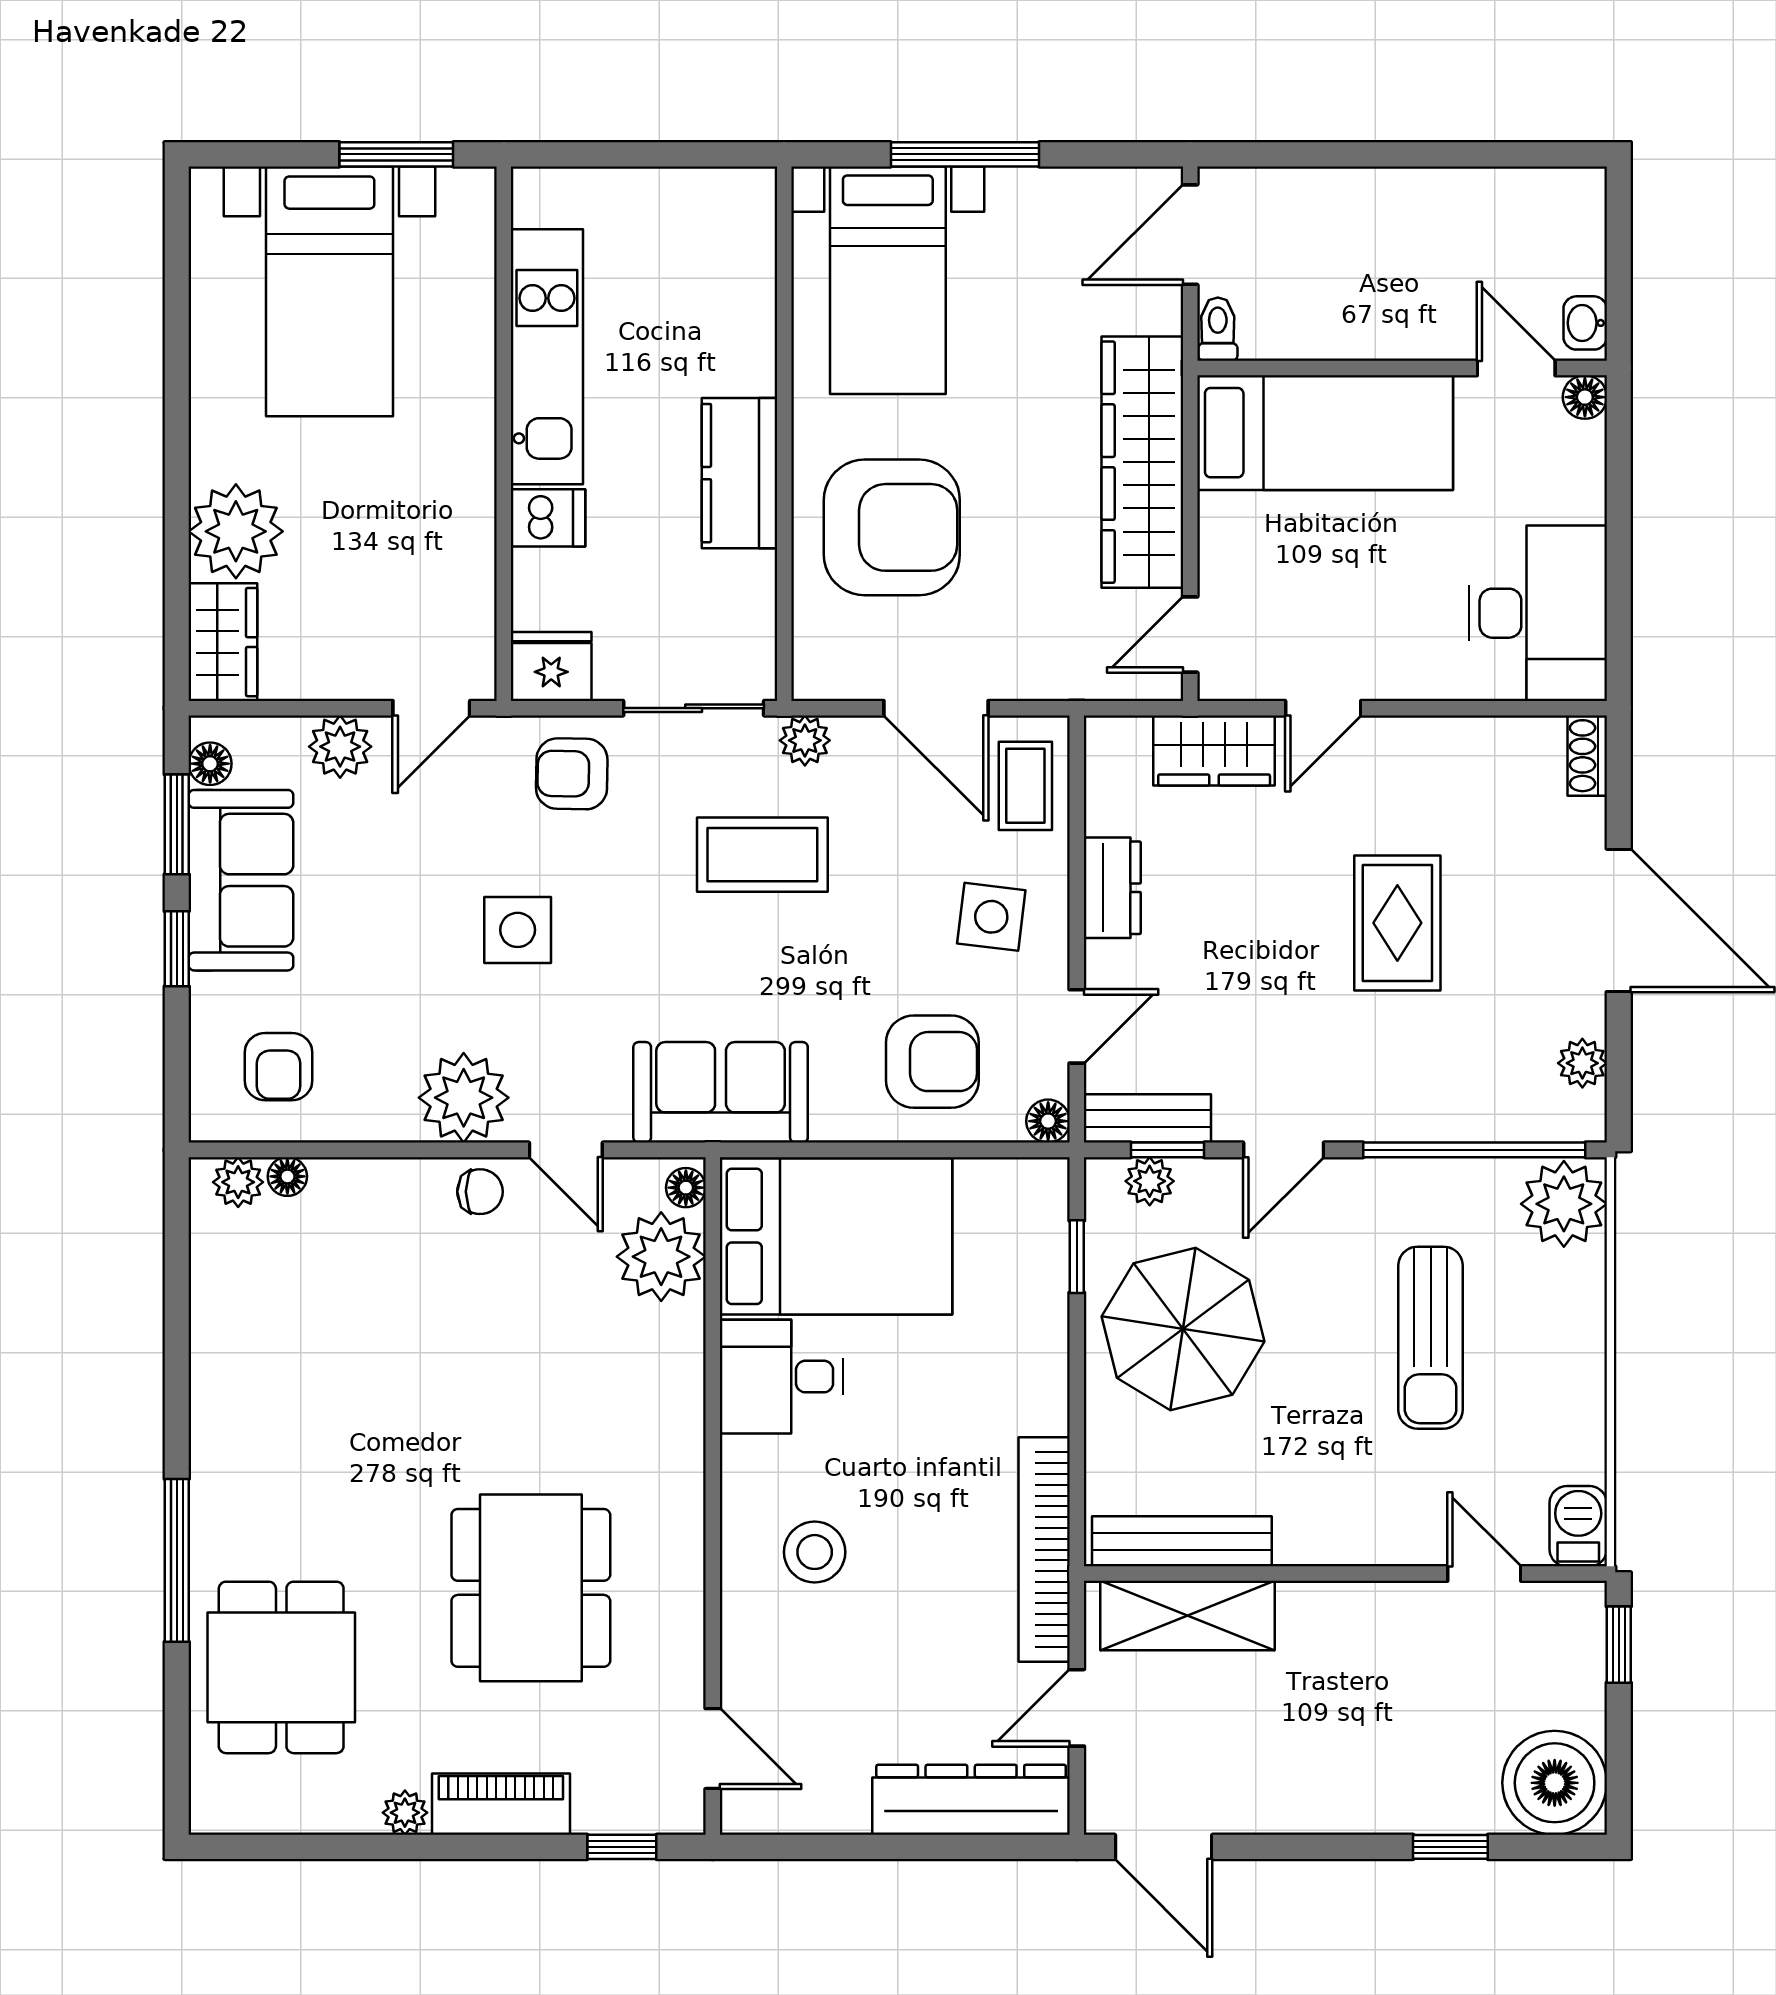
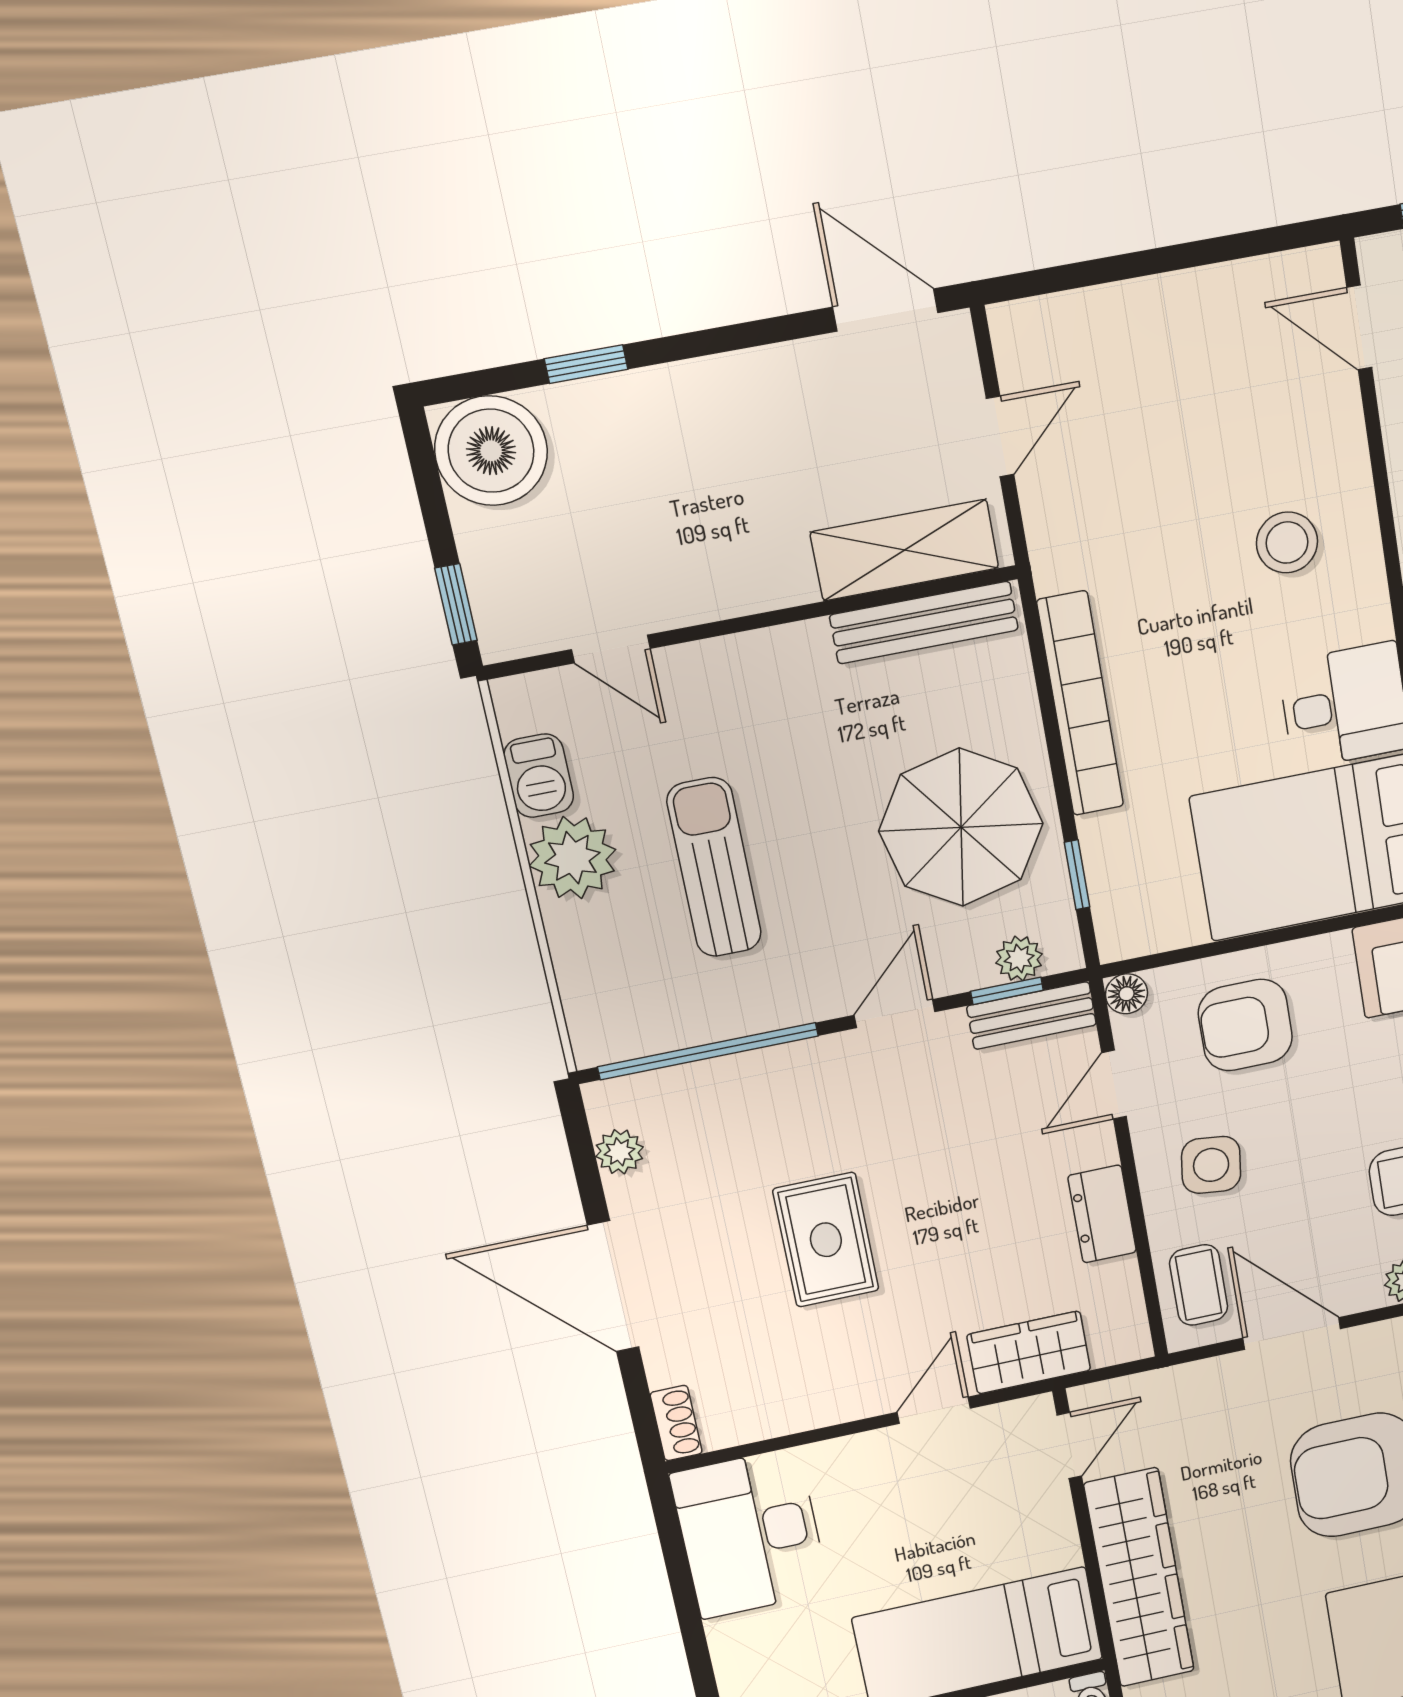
plant: (1564, 1204) -> (572, 858), moved
barbecue: (1578, 1526) -> (539, 776), moved
bookcase: (1044, 1550) -> (1080, 704), moved
dresser: (971, 1800) -> (1091, 323), removed

